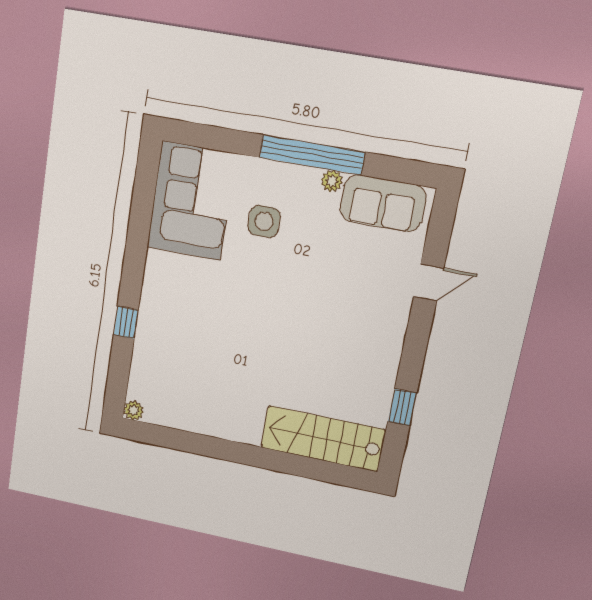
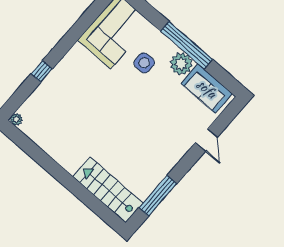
plant: (332, 181) -> (181, 64), width x1.88, depth x1.88
door: (429, 282) -> (207, 140), hinge flipped
window: (402, 407) -> (158, 196), width x2.17

